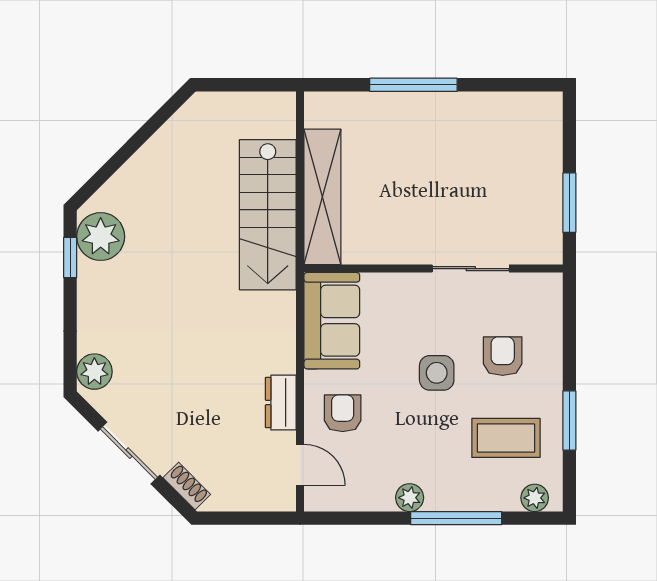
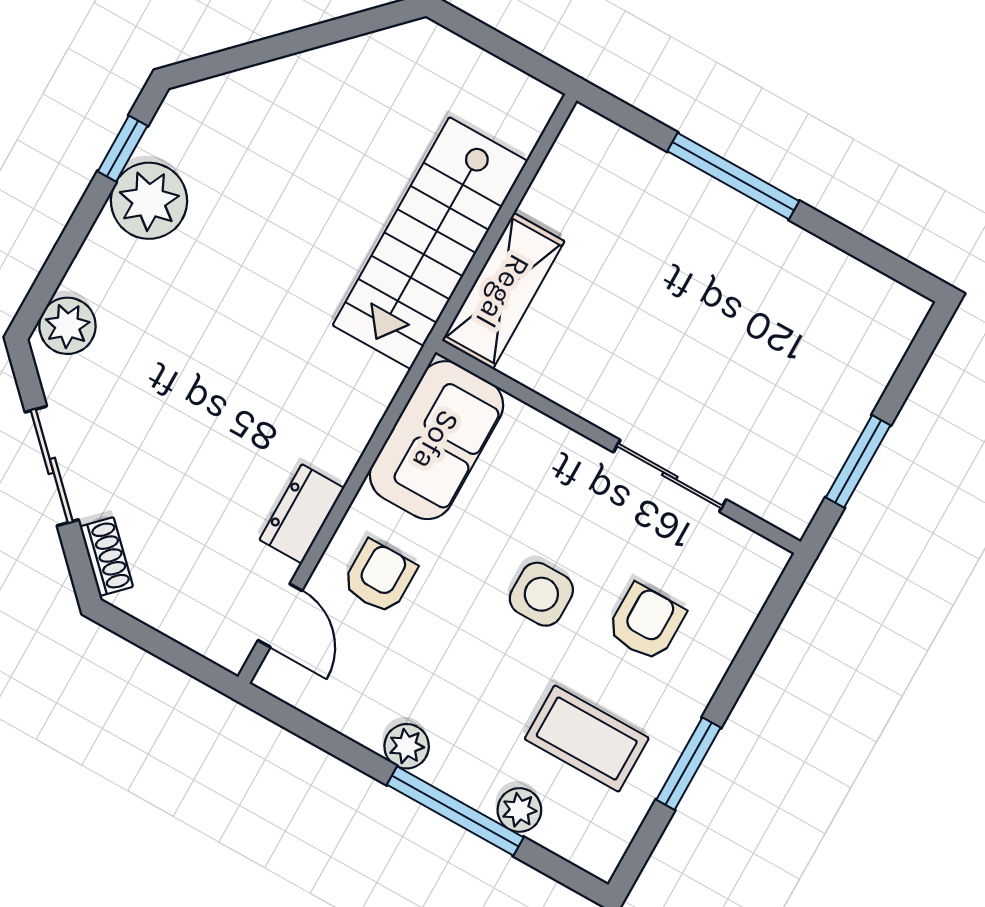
shelving: (322, 197) -> (503, 291), width x0.68
plant: (101, 237) -> (149, 201), moved
plant: (535, 498) -> (519, 810), moved

